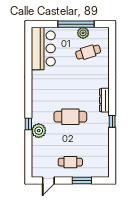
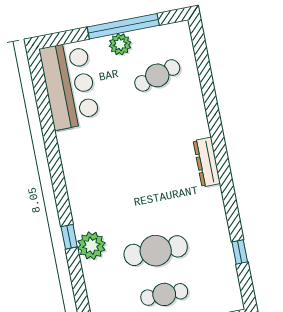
plant: (83, 33) -> (120, 44), moved
cafe table: (70, 117) -> (156, 251), moved
window: (112, 121) -> (240, 252), moved

